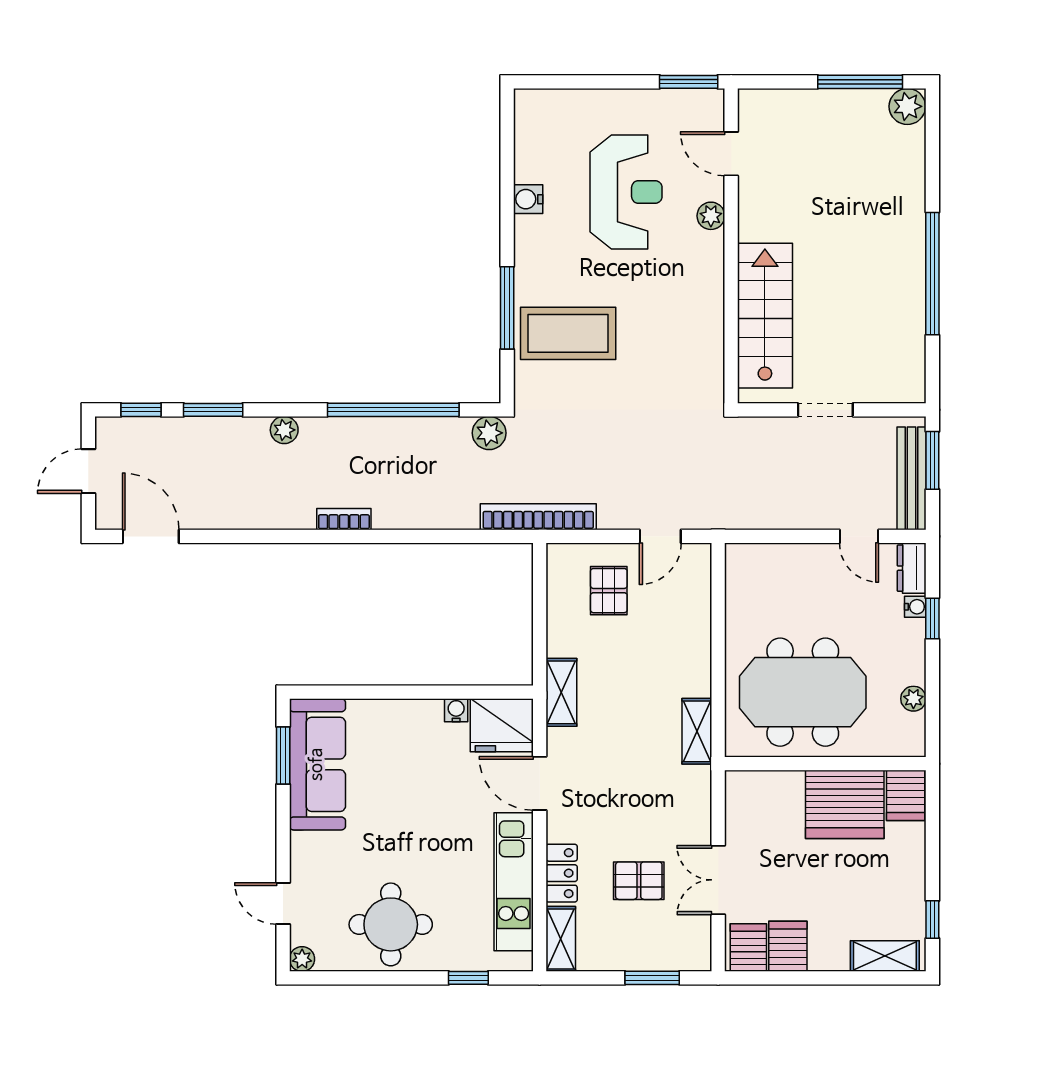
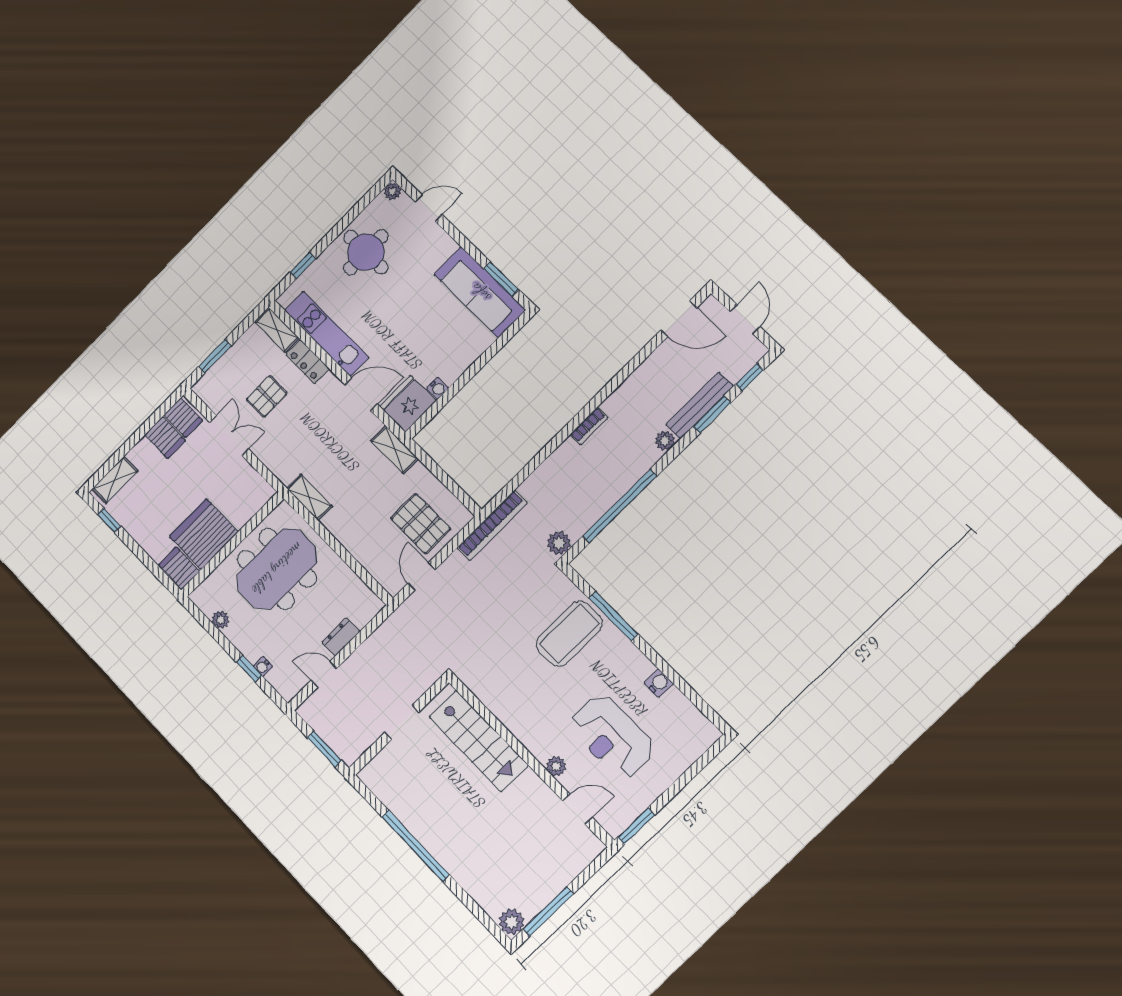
bench: (912, 478) -> (700, 405), moved, turned 90
dresser: (912, 568) -> (341, 637), moved, turned -90
pallet: (609, 591) -> (421, 524), width x1.50, depth x1.42

